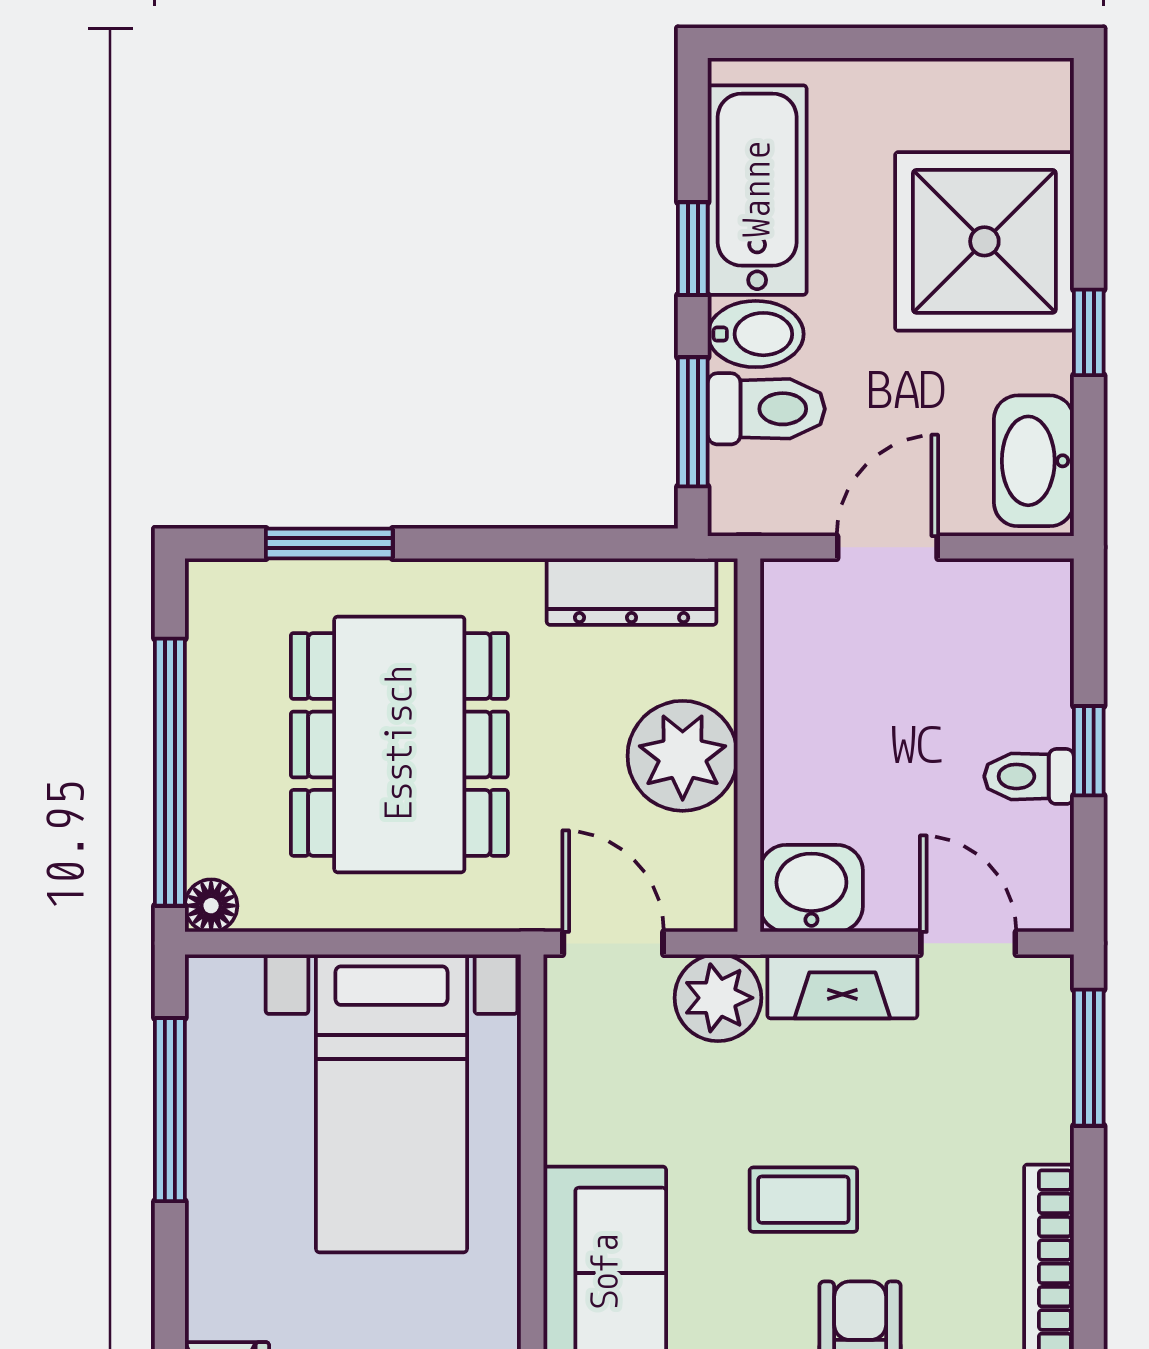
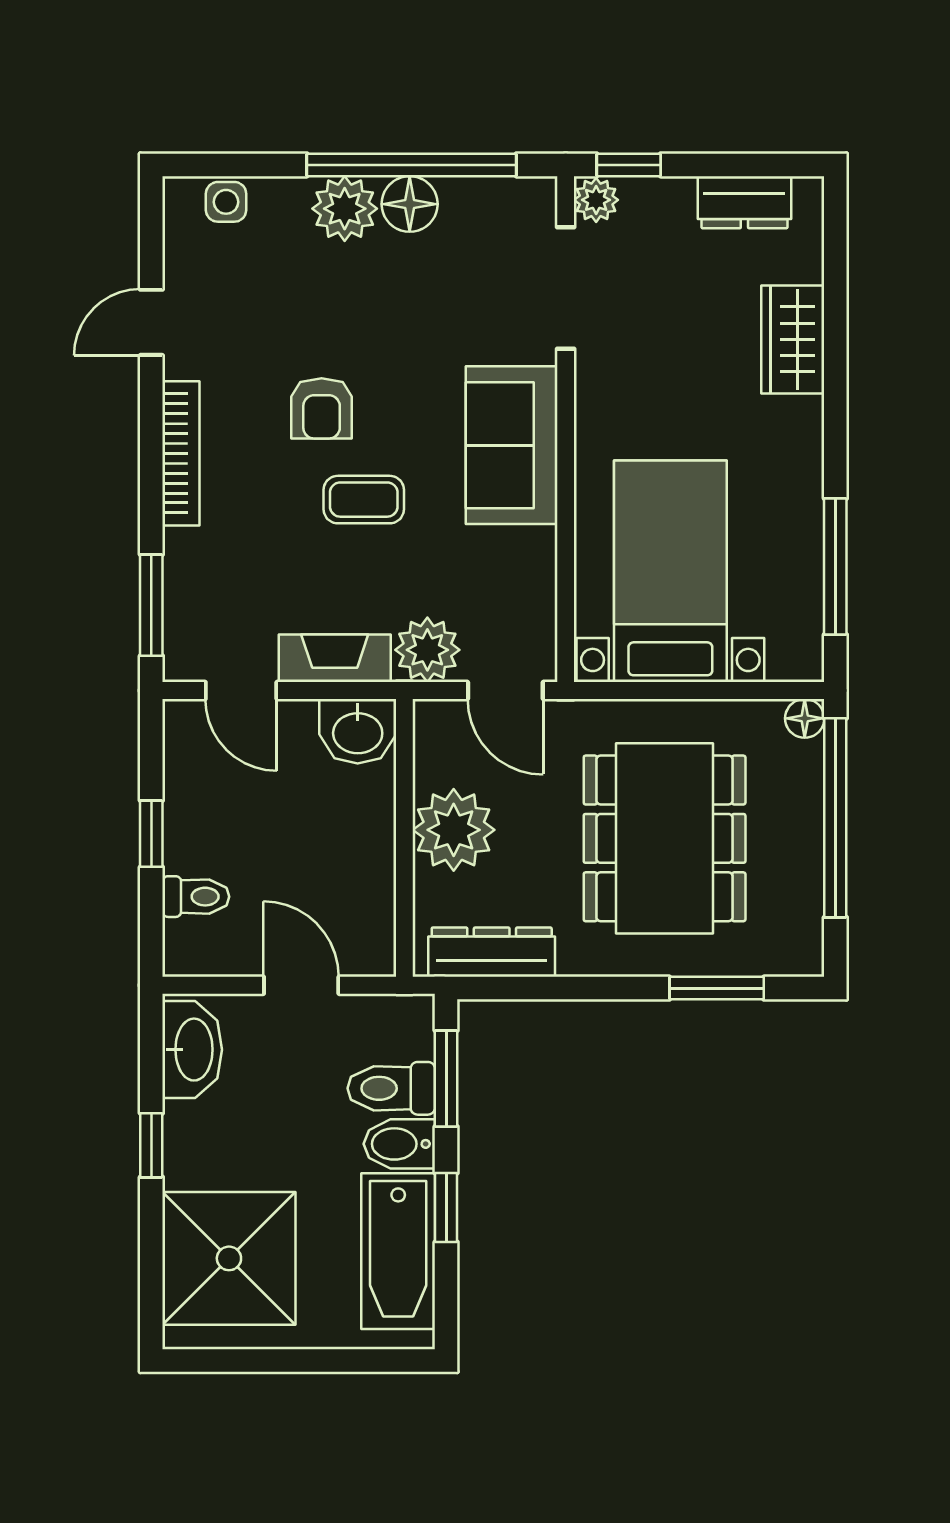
shower: (984, 241) -> (229, 1258), moved
door: (887, 547) -> (301, 985), swing flipped
toilet: (1029, 776) -> (196, 897), moved

